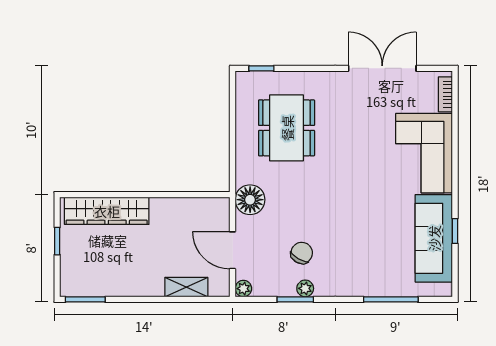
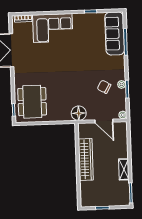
dining table: (287, 128) -> (32, 102), moved, turned 90
wardrobe: (107, 211) -> (86, 159), moved
sofa: (434, 238) -> (115, 34), moved, turned 90
door: (233, 250) -> (104, 121), hinge flipped
shelving: (186, 287) -> (124, 169), moved

